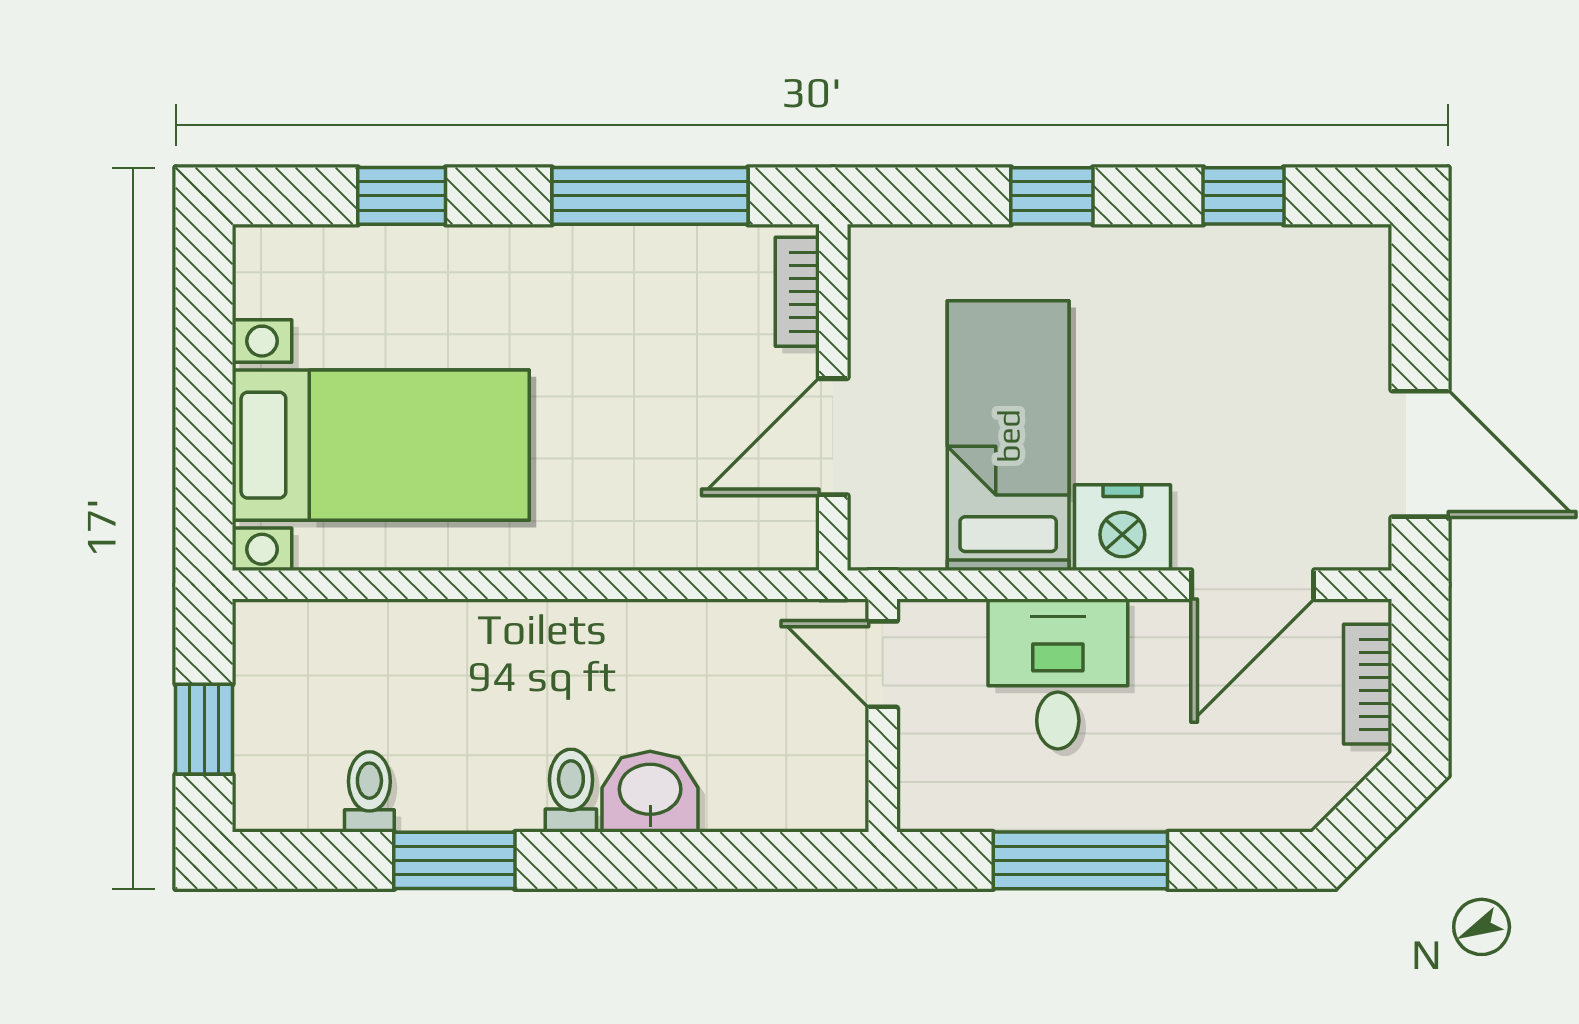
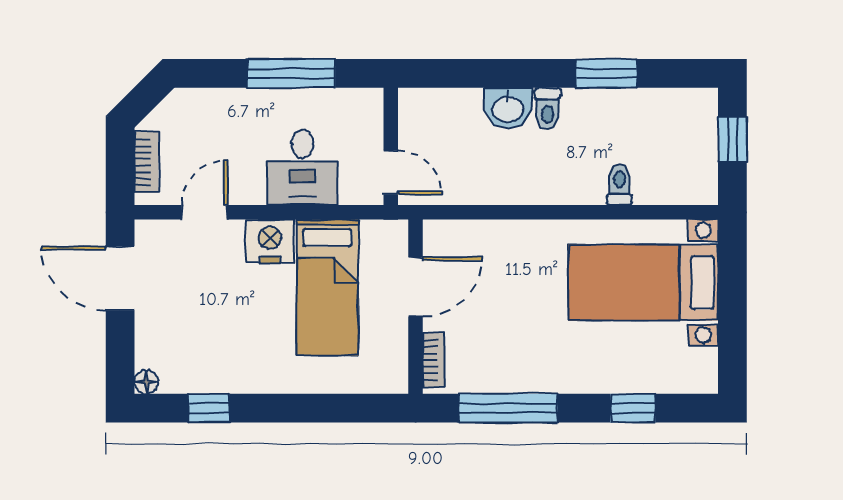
window: (1052, 196) -> (305, 408), removed
floor lamp: (1368, 248) -> (146, 382), added
door: (1253, 585) -> (204, 212), width x0.73
toilet: (369, 792) -> (620, 185), moved, turned 180

